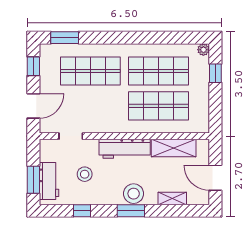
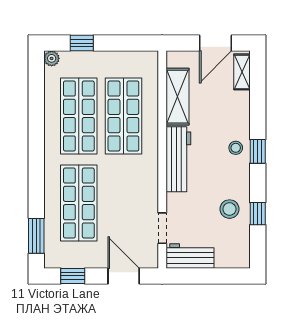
stool: (85, 174) -> (229, 209), moved
window: (33, 180) -> (218, 276), removed
workbench: (49, 181) -> (190, 256), moved
stool: (134, 194) -> (236, 148), width x0.53, depth x0.53
shelving: (172, 198) -> (242, 72), moved
window: (131, 211) -> (258, 151), width x0.67

